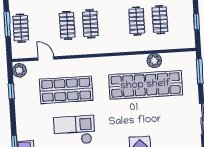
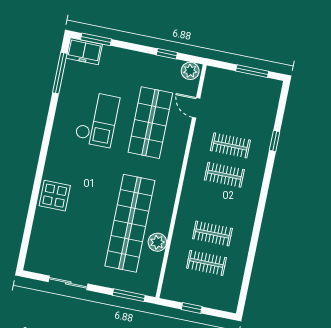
clothes rail: (21, 28) -> (242, 87), removed
door: (46, 58) -> (196, 108), swing flipped

